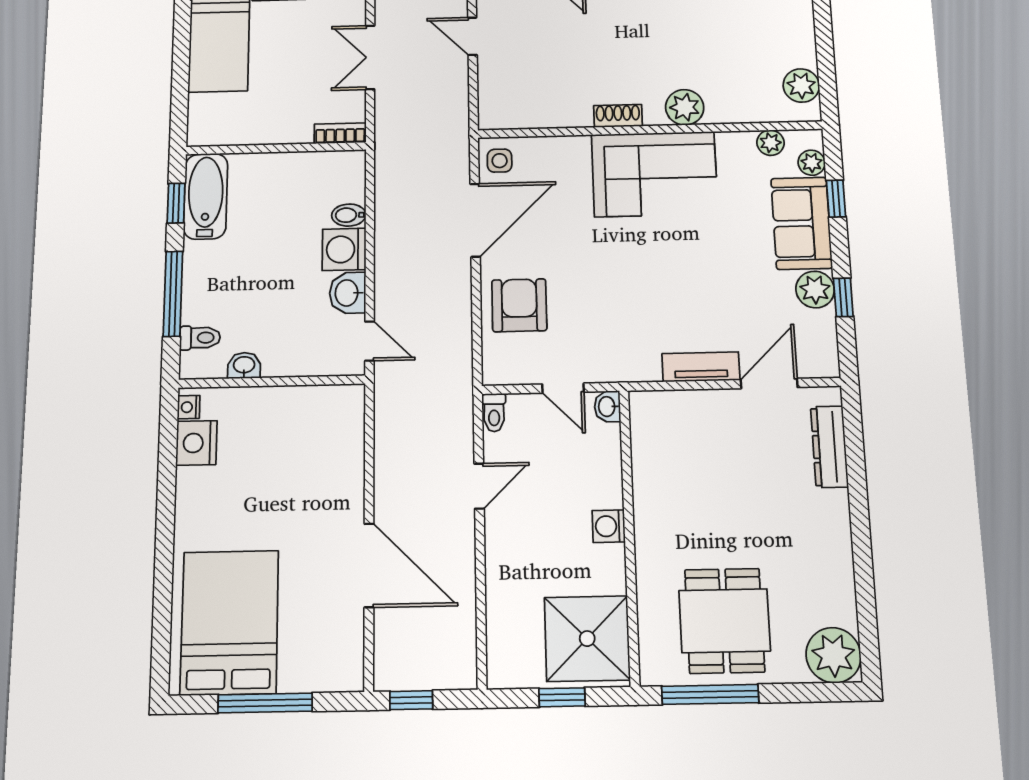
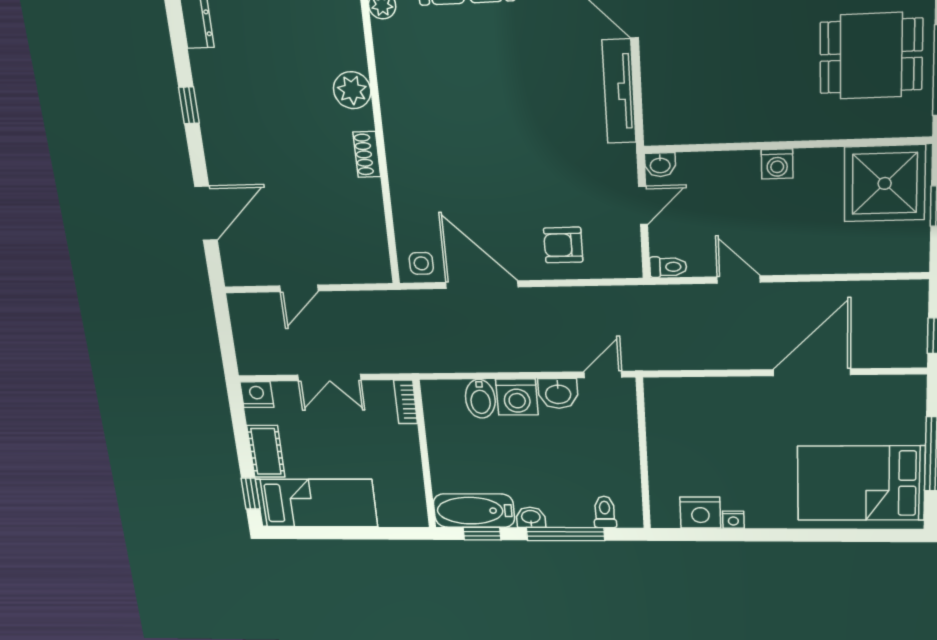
corner sofa: (654, 174) -> (424, 120), removed
bidet: (349, 215) -> (480, 399), width x1.38, depth x1.36
armchair: (519, 305) -> (563, 245), width x0.72, depth x0.72
washbasin: (244, 365) -> (531, 517), moved, turned 90
tv unit: (701, 367) -> (619, 91), width x1.41
nightstand: (189, 407) -> (733, 520), moved

